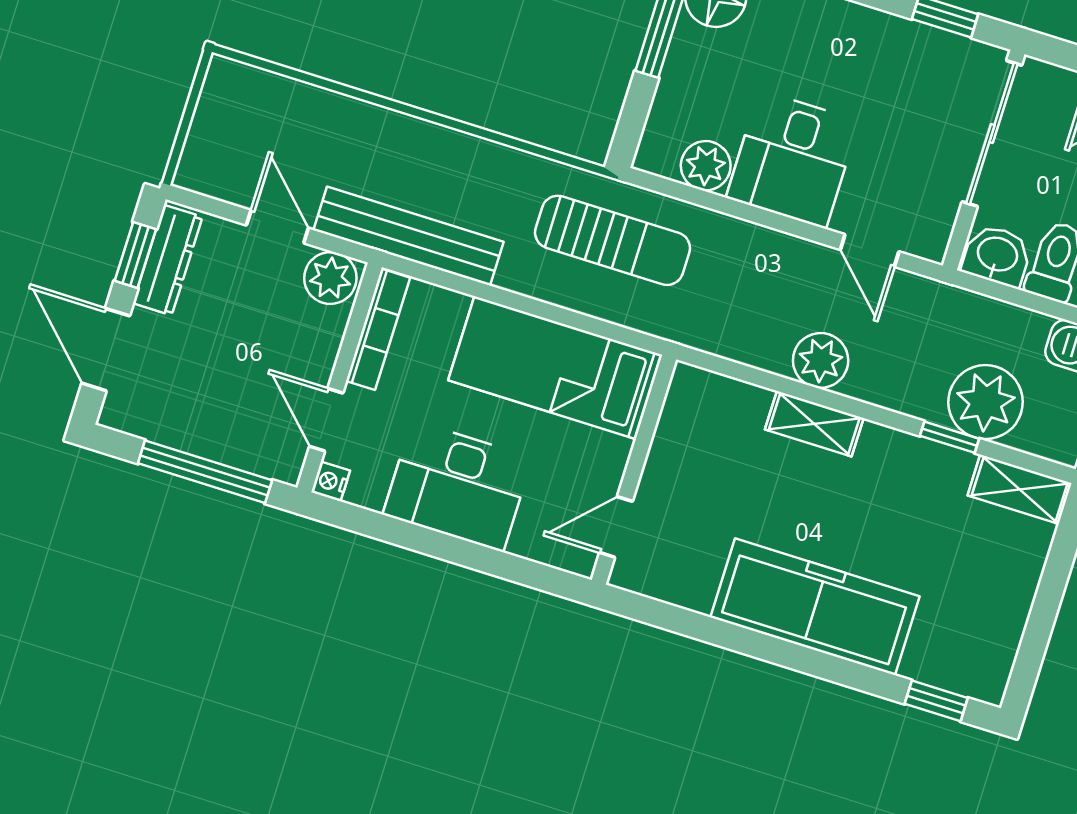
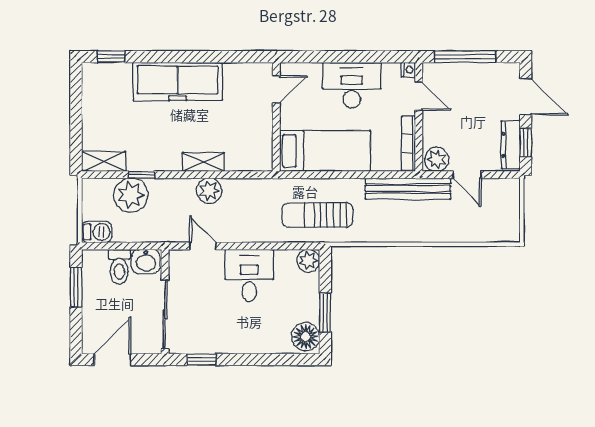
plant: (706, 166) -> (308, 261), moved

